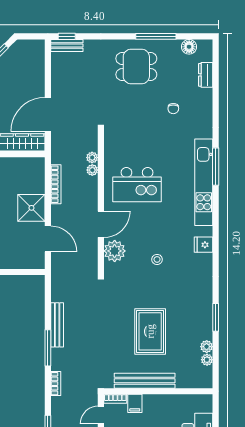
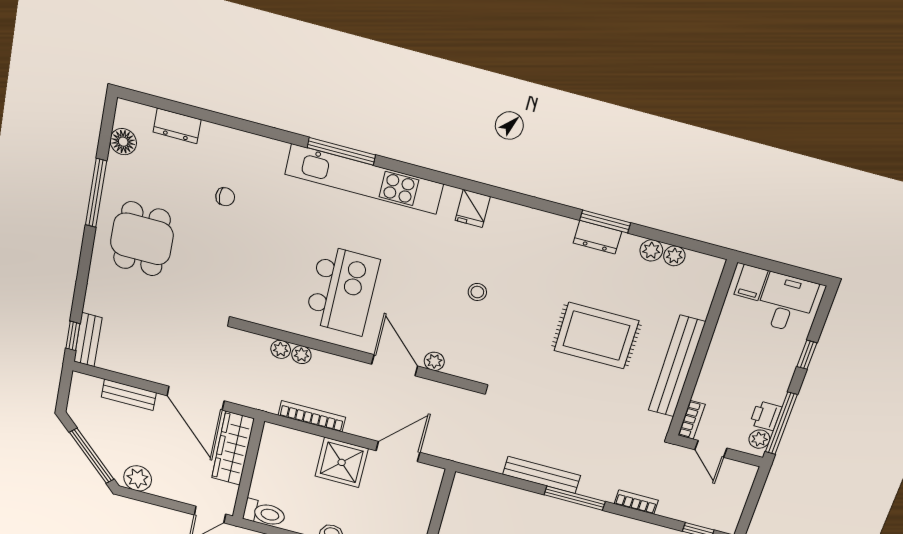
bench: (39, 75) -> (129, 395), added
plant: (115, 251) -> (434, 361), width x0.53, depth x0.53
dresser: (206, 316) -> (597, 237), added
filing cabinet: (135, 403) -> (751, 282), moved, turned 90

